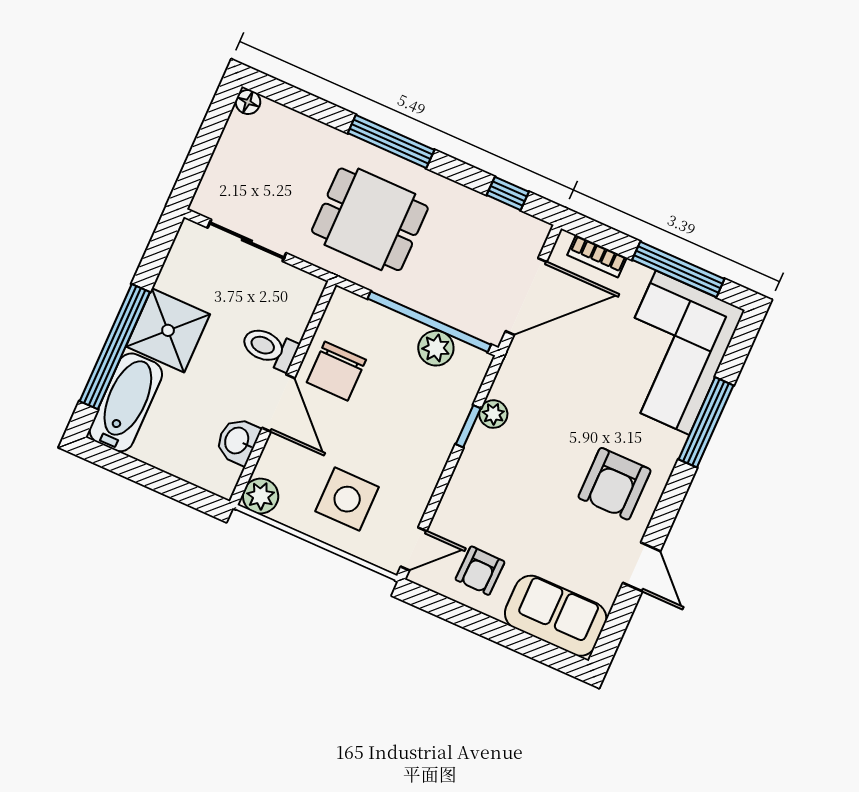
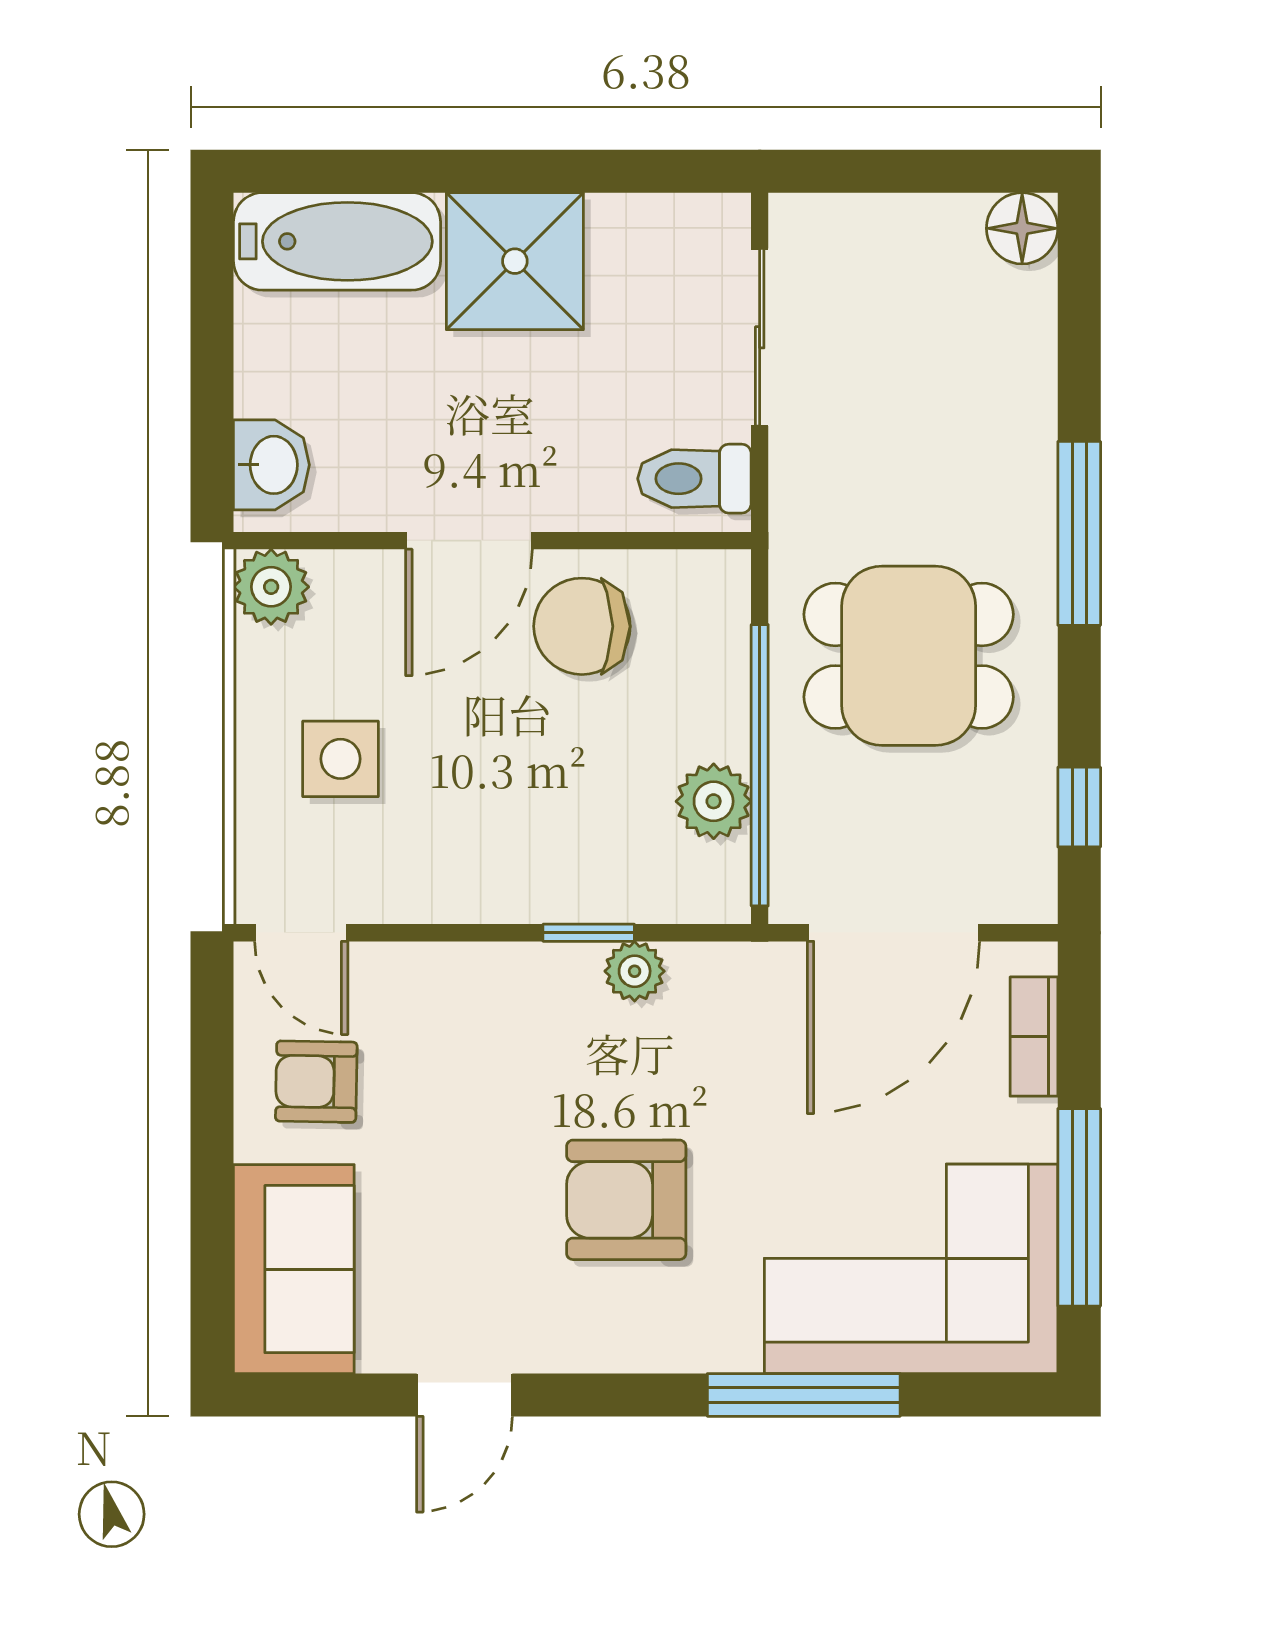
floor lamp: (248, 102) -> (1022, 228), width x1.37, depth x1.37
dining table: (370, 219) -> (909, 656), moved, turned 90
door: (526, 296) -> (893, 933), hinge flipped
window: (115, 347) -> (436, 171), removed
toilet: (269, 348) -> (694, 479), moved, turned -90
washbasin: (238, 441) -> (271, 465), moved, turned 90
armchair: (615, 484) -> (626, 1200), moved
side table: (347, 499) -> (340, 759), width x0.73, depth x0.73

